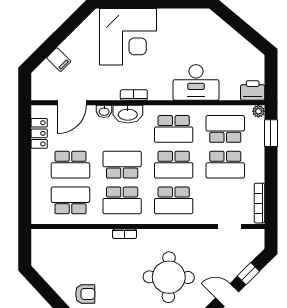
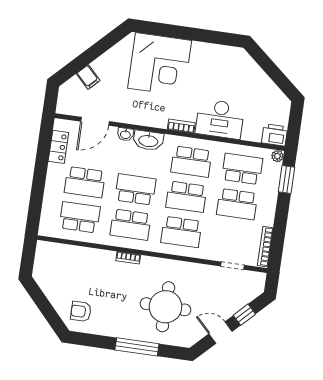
bookcase: (134, 95) -> (181, 126), moved
armchair: (85, 294) -> (81, 311), turned 180

